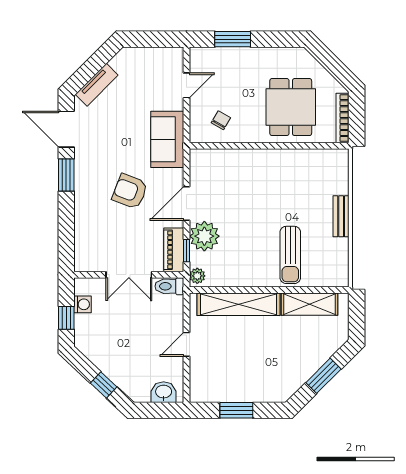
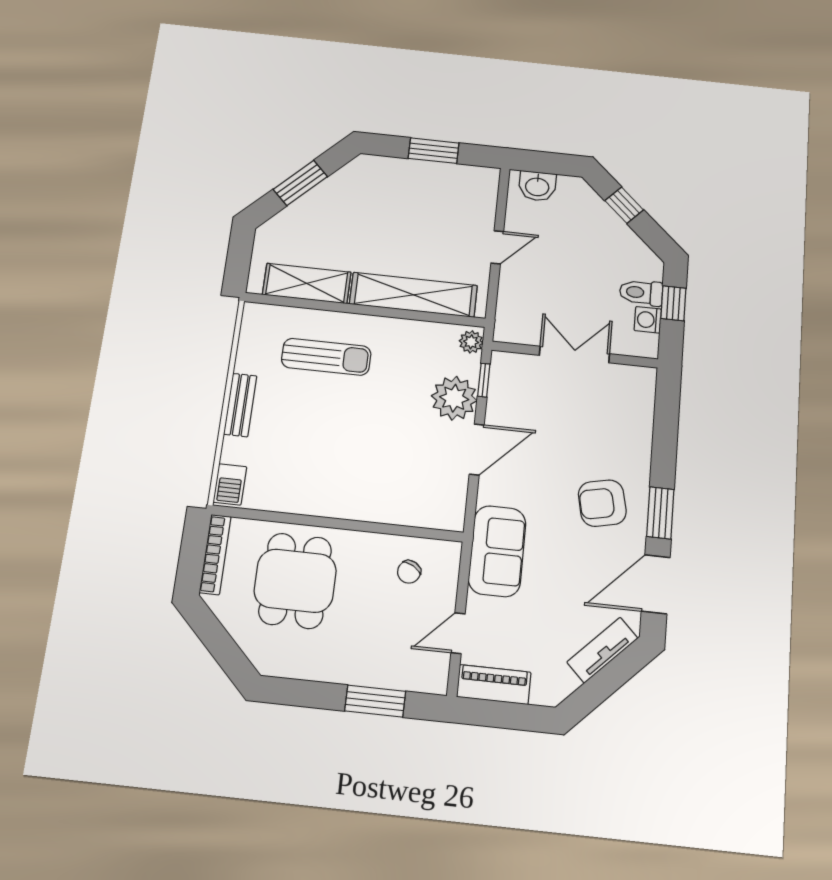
door: (66, 129) -> (656, 584), swing flipped
barbecue: (340, 164) -> (230, 484), added
armchair: (130, 191) -> (602, 503), moved, turned 147
piano: (174, 250) -> (494, 685), moved, turned -90
sun lounger: (290, 255) -> (326, 357), turned 90
toilet: (169, 286) -> (641, 293), moved, turned 180

